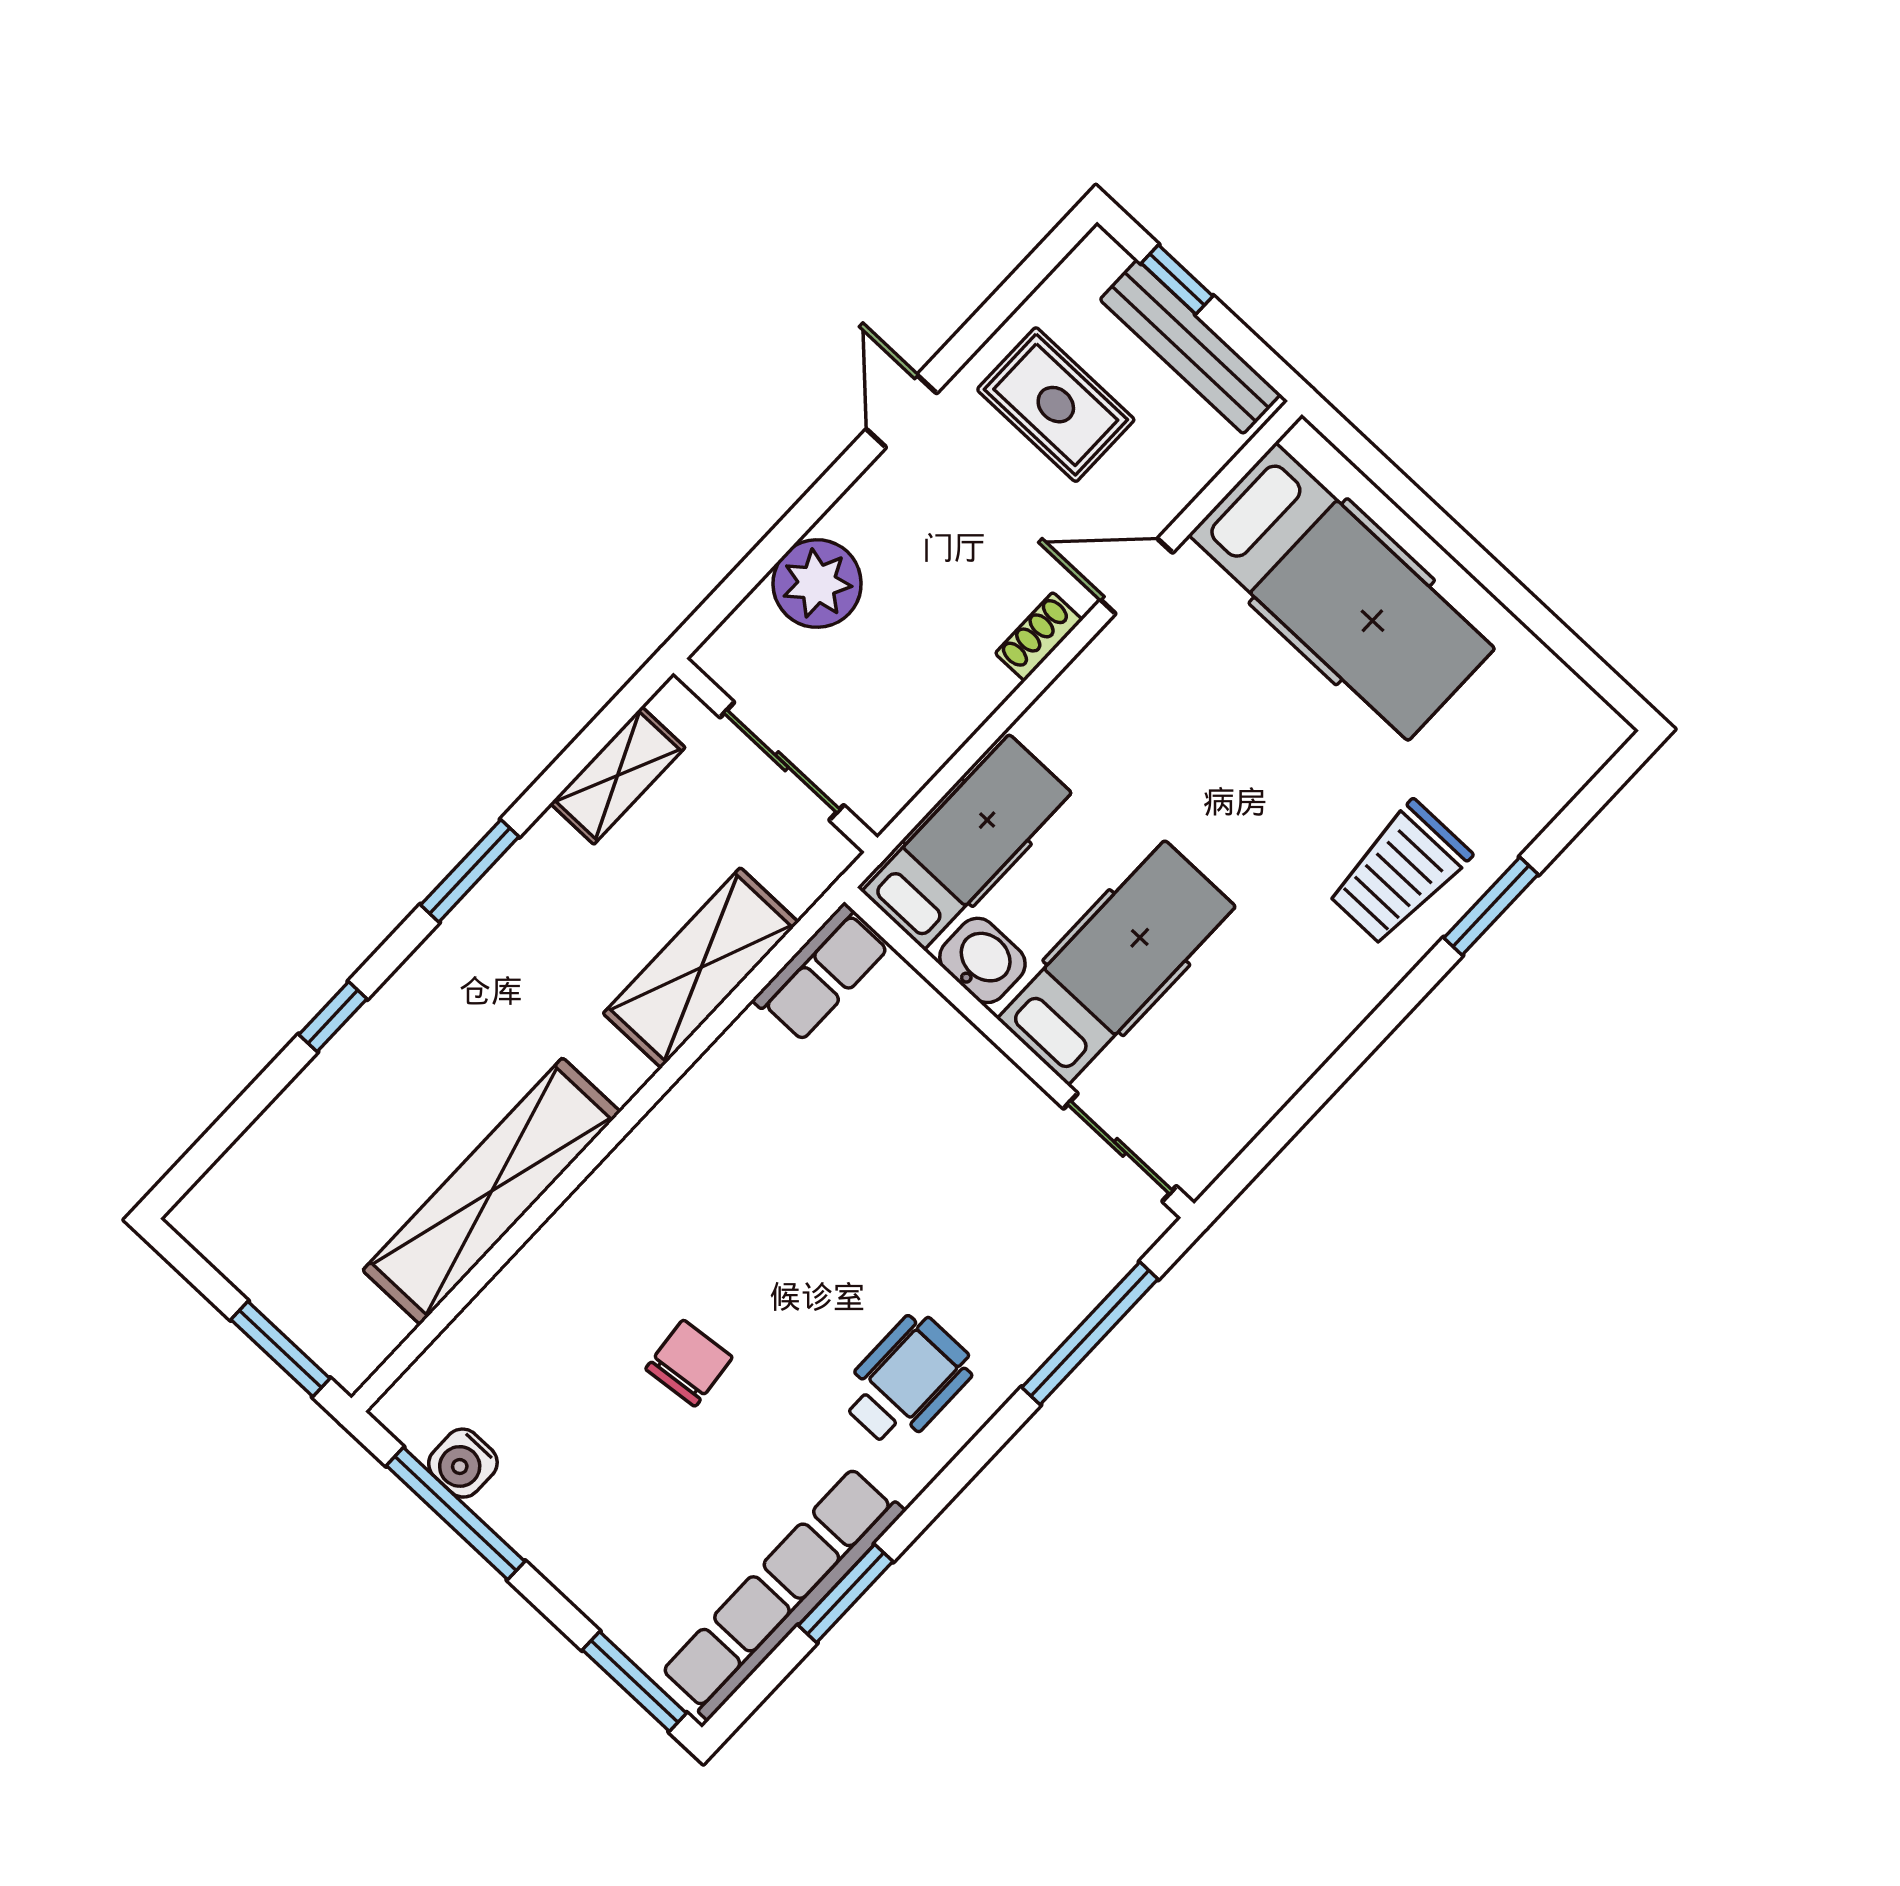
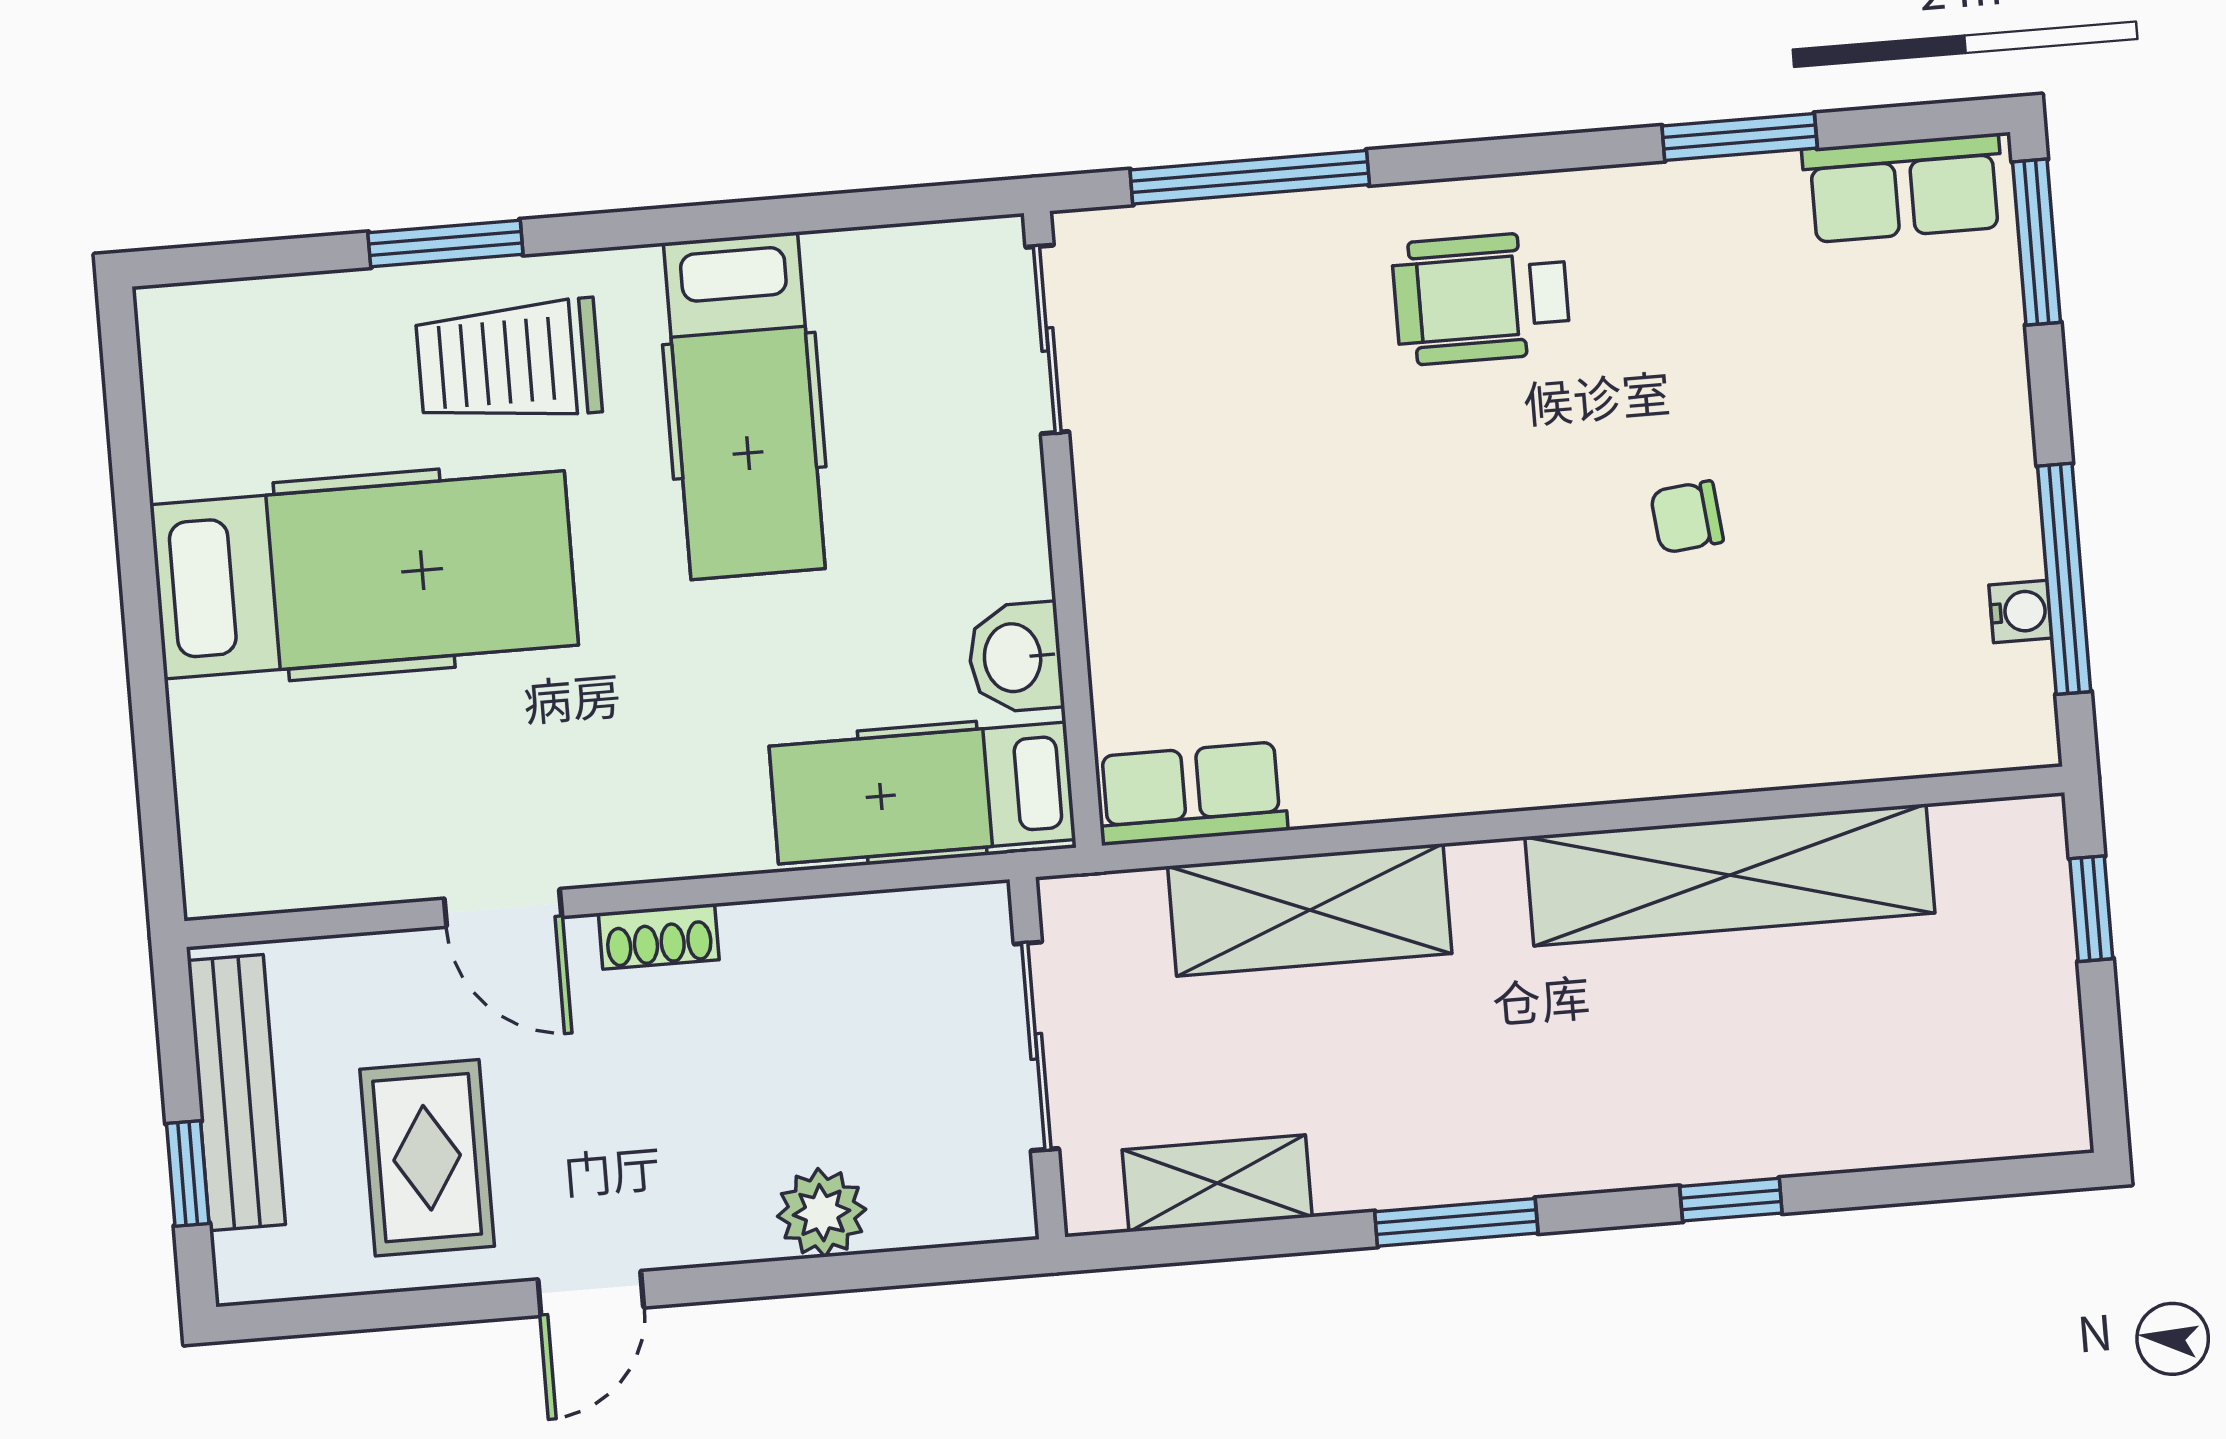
plant: (817, 584) -> (822, 1213), width x0.73, depth x0.73
hospital bed: (1342, 592) -> (364, 575), moved, turned 90
trolley: (1399, 873) -> (509, 362), turned 180
hospital bed: (1116, 963) -> (744, 406), moved, turned -90
window: (280, 1349) -> (2091, 909), width x0.67
chair: (689, 1363) -> (1687, 517), width x0.73, depth x0.73
water cooler: (463, 1463) -> (2020, 611), width x0.72, depth x0.72
row of seats: (782, 1593) -> (1904, 188), width x0.50

